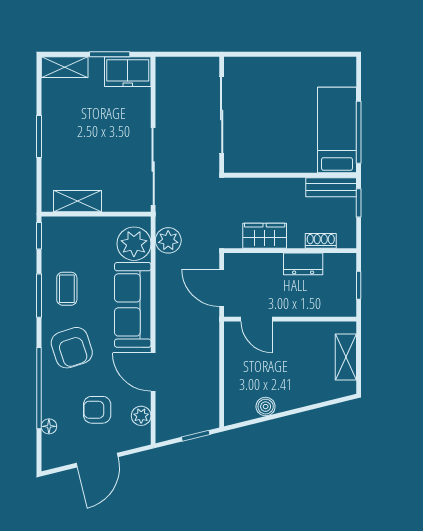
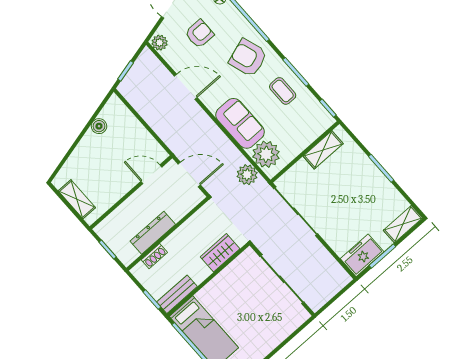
wardrobe: (265, 236) -> (220, 253), moved, turned 180
dresser: (303, 264) -> (153, 233), width x1.44
sofa: (133, 305) -> (240, 123), width x0.73
plant: (141, 416) -> (160, 43), moved

